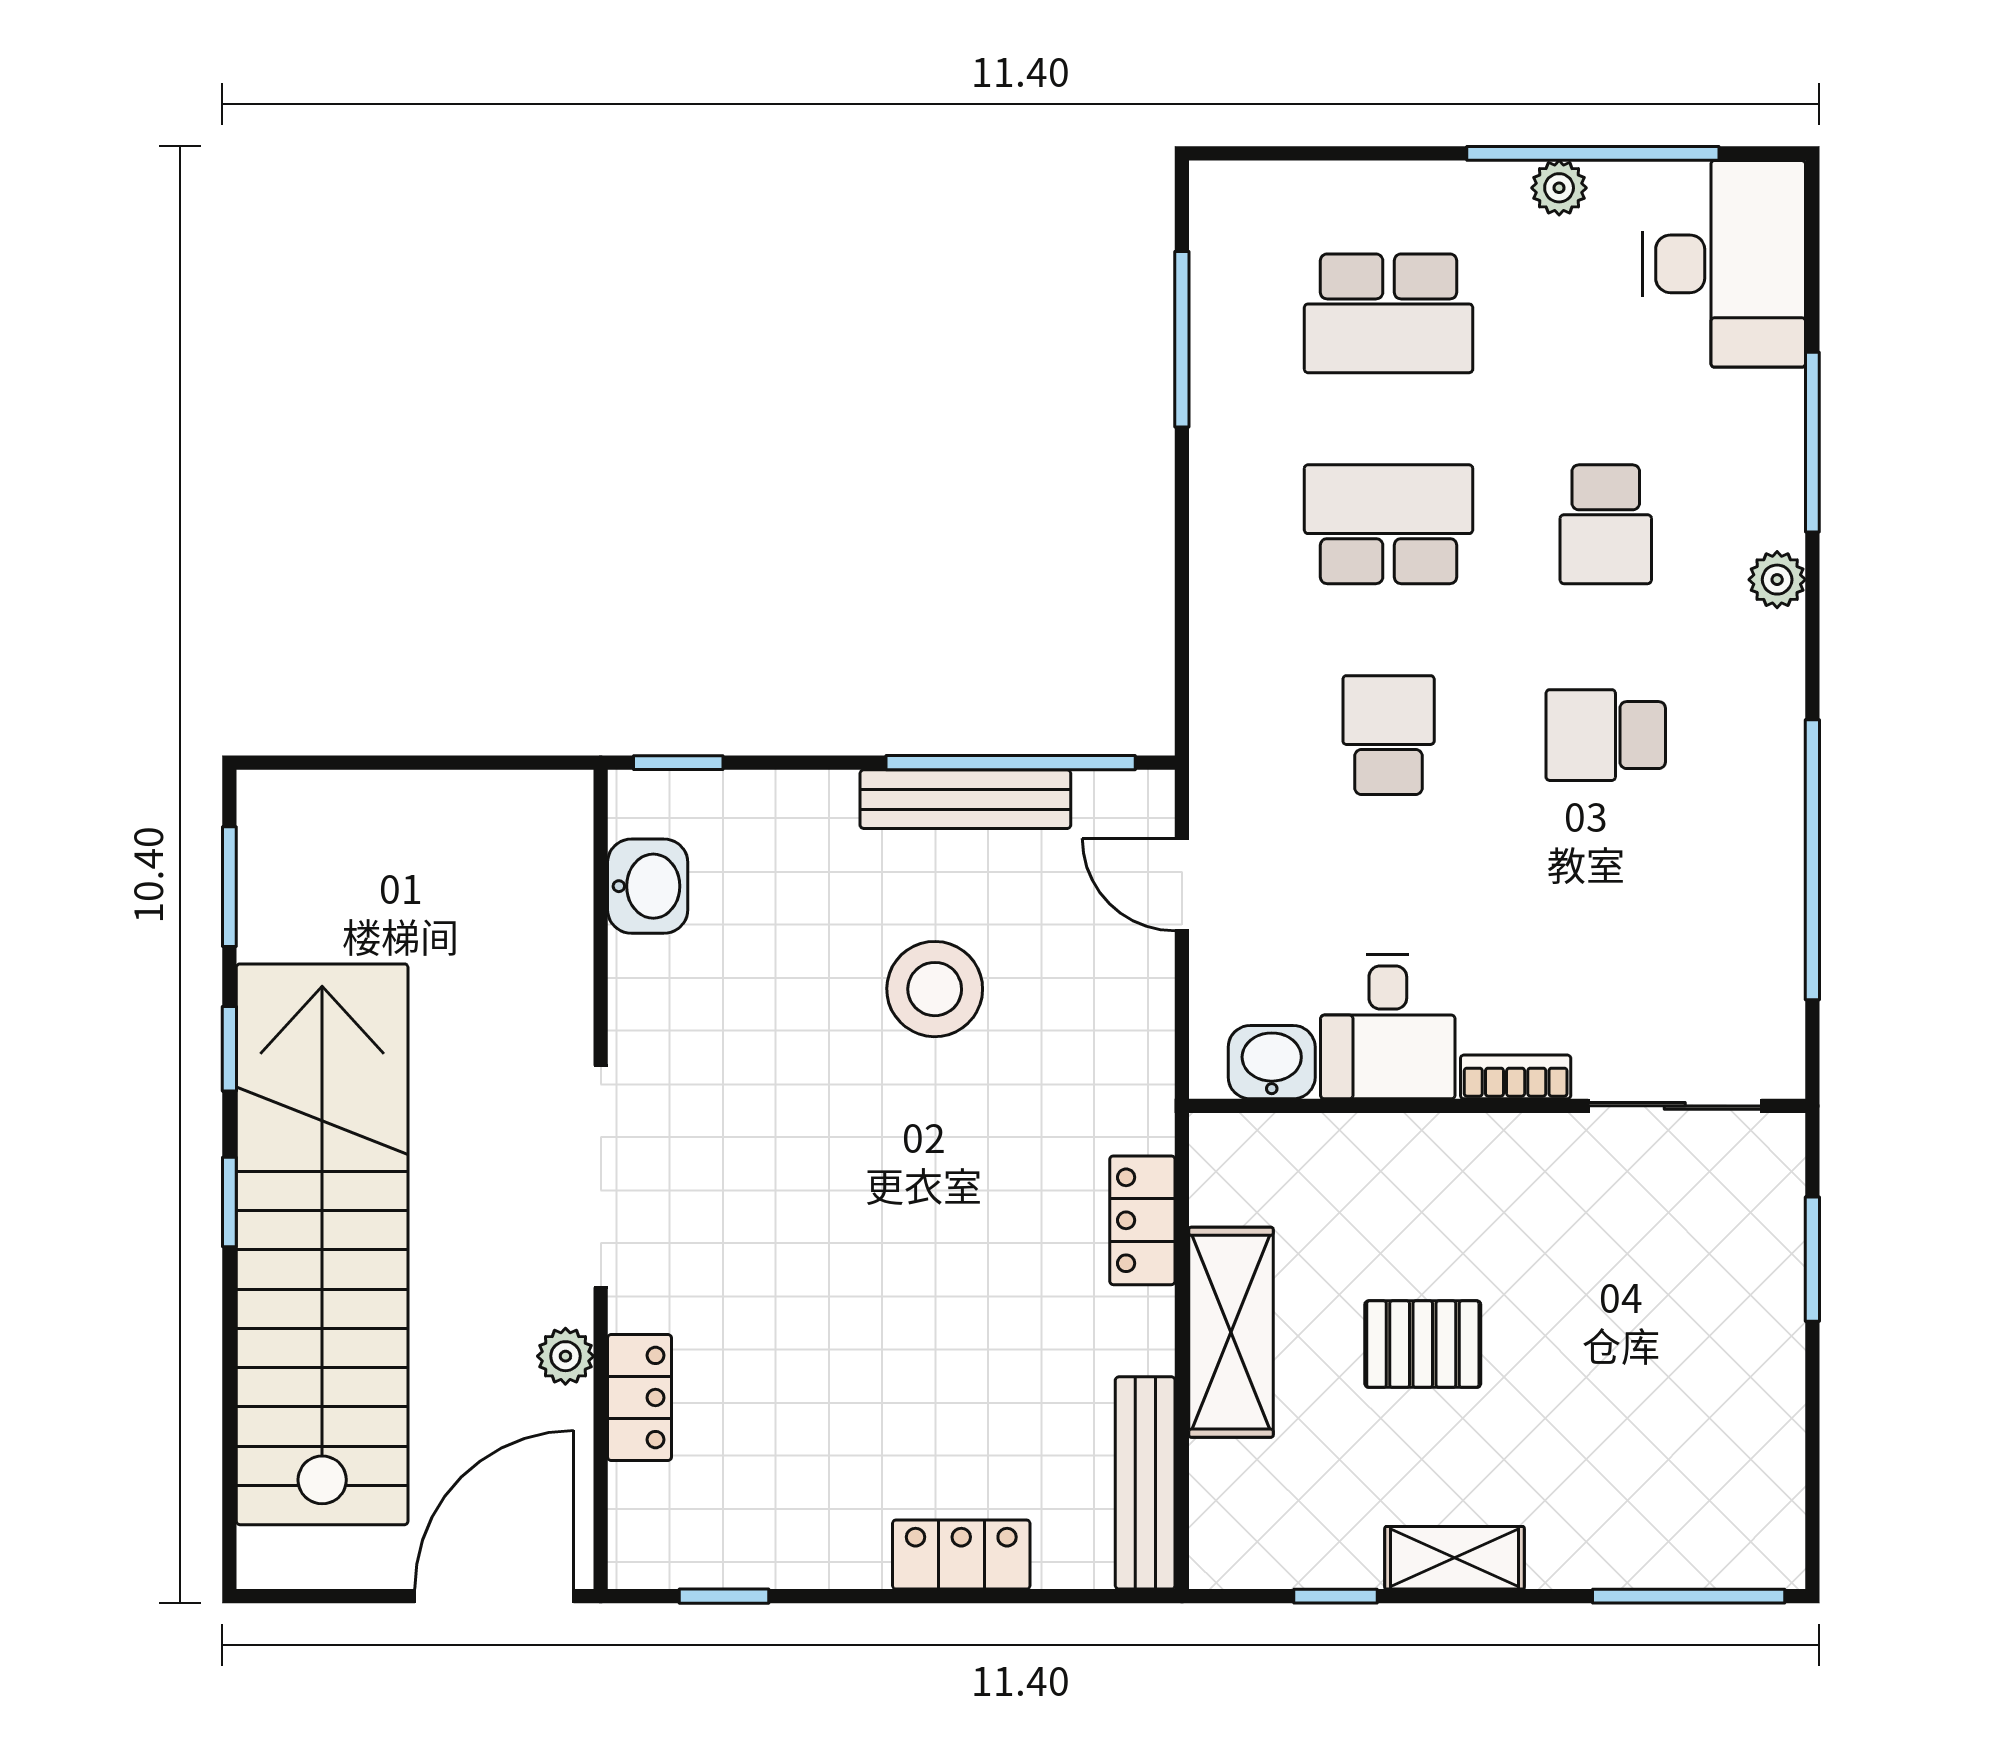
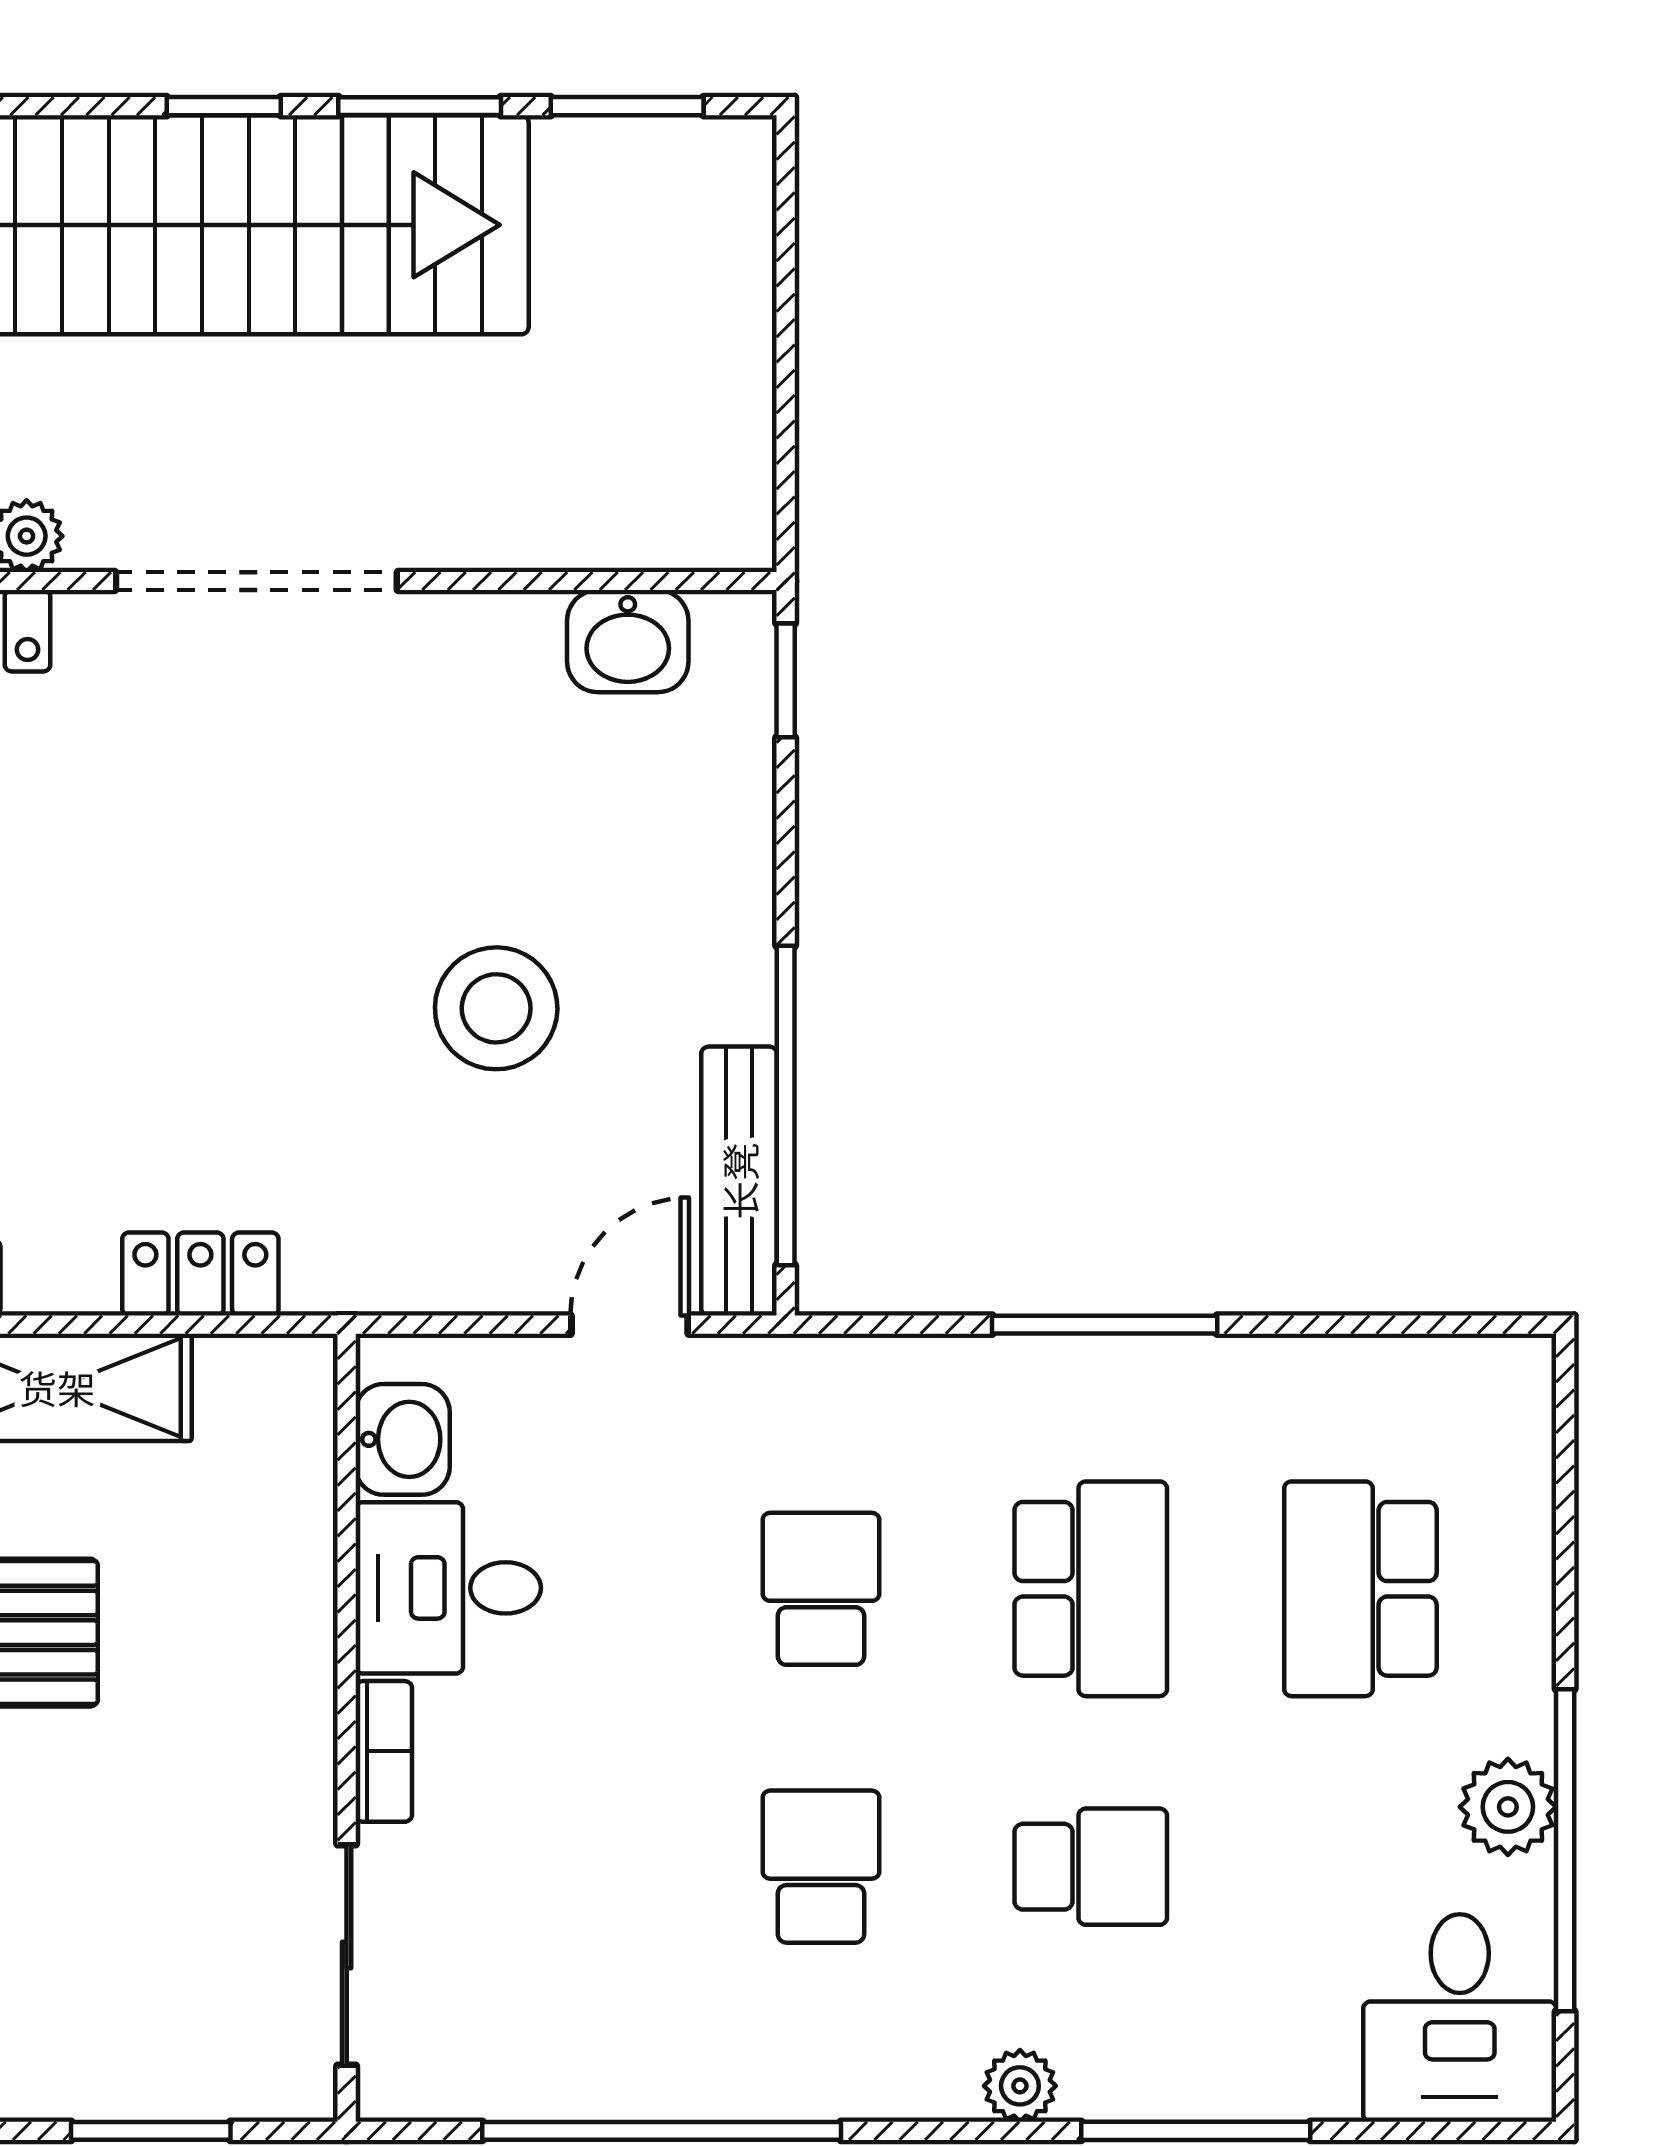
plant: (1559, 188) -> (1508, 1807), width x1.38, depth x1.38
desk: (1724, 264) -> (1460, 2018), width x0.73
window: (1182, 339) -> (1105, 1325), moved
school desk: (1606, 524) -> (1091, 1867), turned 180
school desk: (1389, 735) -> (821, 1589), turned -90
bench: (965, 799) -> (739, 1181), moved
window: (229, 1049) -> (420, 106), width x1.50

